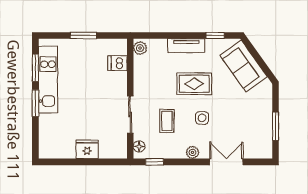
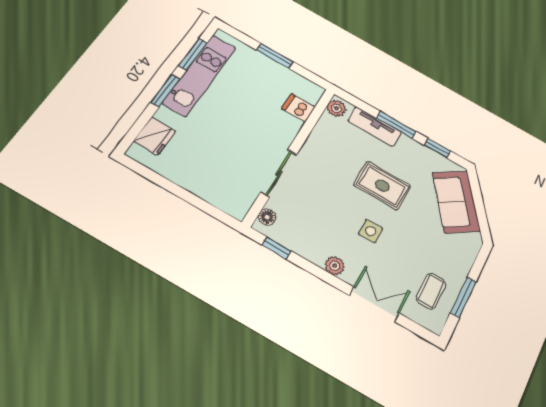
window: (182, 35) -> (396, 125), added
tv unit: (186, 46) -> (375, 127), moved
coffee table: (167, 121) -> (431, 291), moved
fridge: (87, 149) -> (155, 136), moved, turned 90

